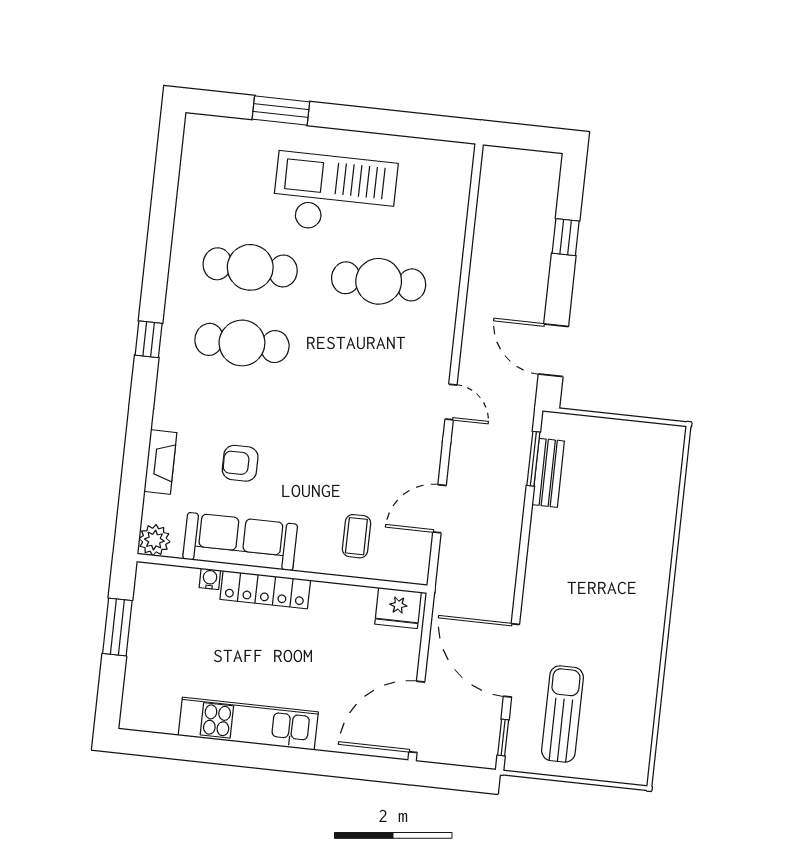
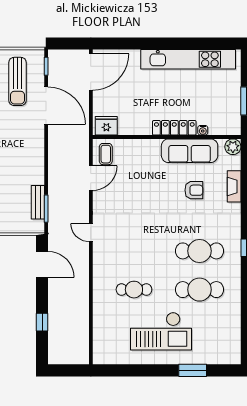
cafe table: (379, 281) -> (134, 290), width x0.73, depth x0.74
coffee table: (356, 536) -> (106, 154), moved
kitchen unit: (248, 724) -> (188, 59), width x1.36

